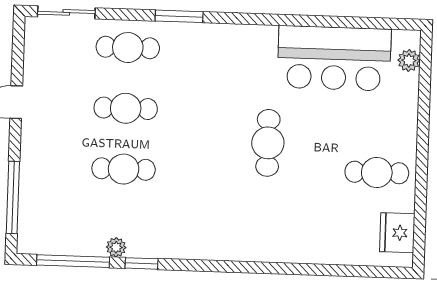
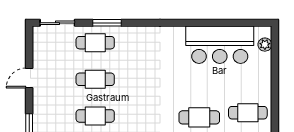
window: (179, 16) -> (107, 23), moved
cafe table: (268, 143) -> (199, 117), moved, turned 90

